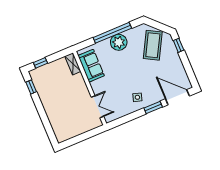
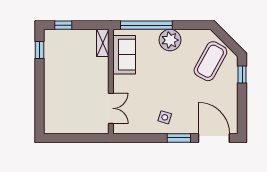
window: (112, 33) -> (146, 25), moved

